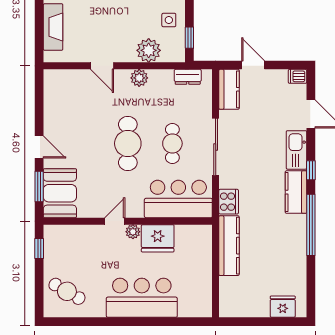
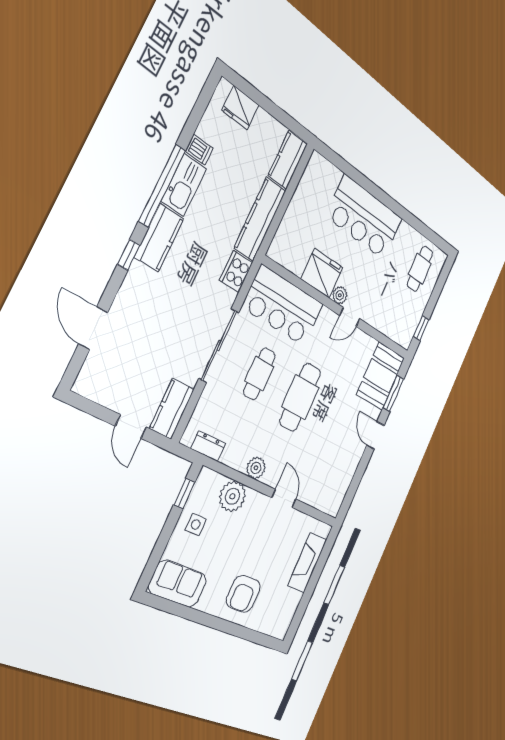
dishwasher: (298, 76) -> (199, 150), moved
kitchen sink: (297, 150) -> (184, 185), moved
cafe table: (67, 291) -> (420, 269), turned 60
kitchen counter: (229, 297) -> (288, 160), added

